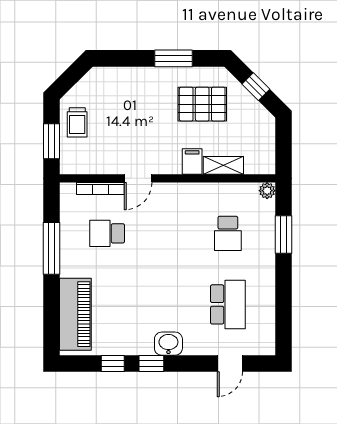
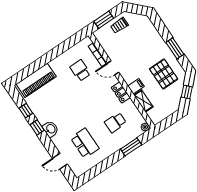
locker: (186, 192) -> (121, 92), added
window: (52, 248) -> (58, 51), removed
school desk: (228, 304) -> (85, 143), turned -90

